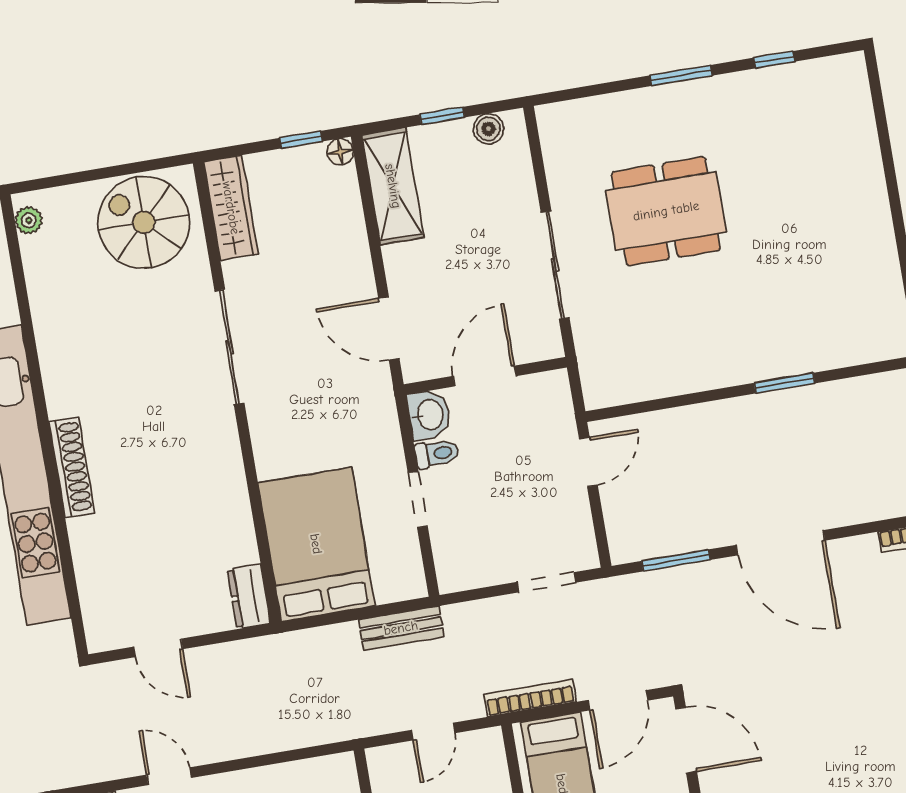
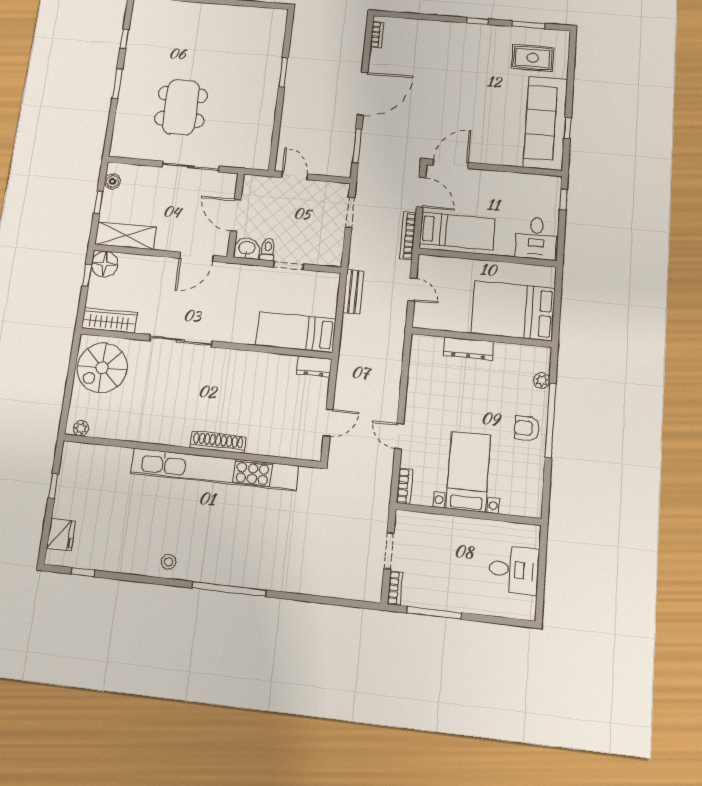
floor lamp: (340, 152) -> (105, 264), width x1.89, depth x1.89
bed: (316, 544) -> (296, 332), width x0.67
door: (169, 776) -> (399, 436), hinge flipped

